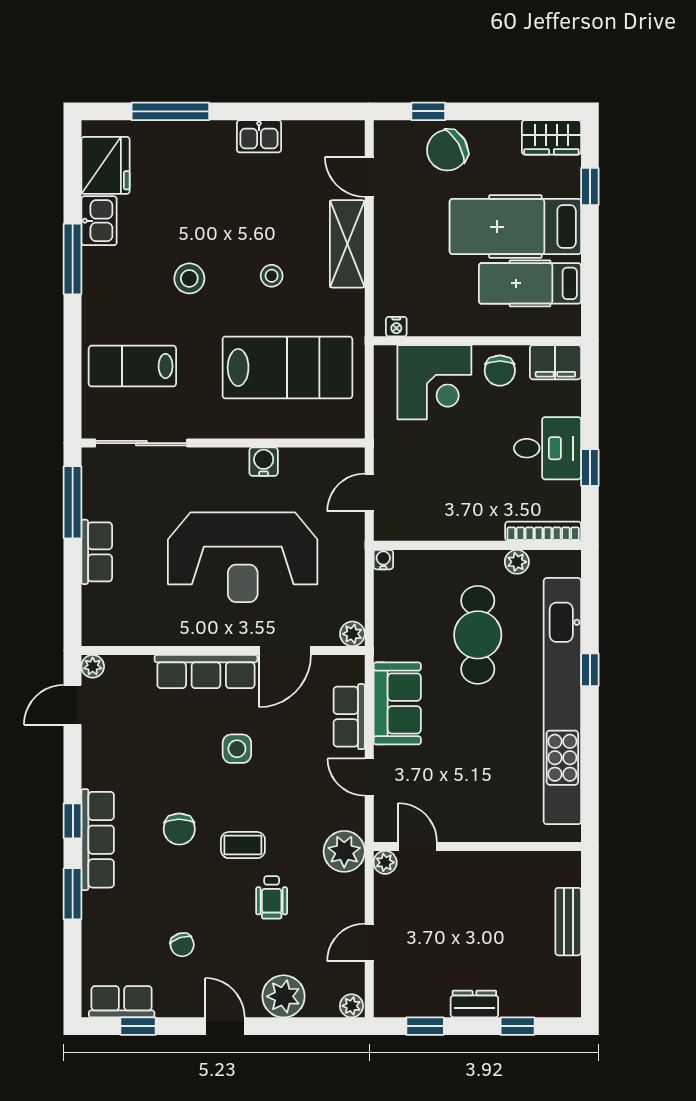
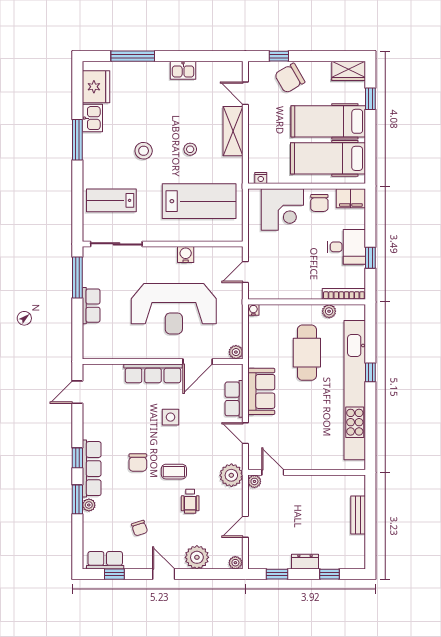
hospital bed: (530, 283) -> (328, 158), width x1.37, depth x1.29
plant: (93, 666) -> (89, 505), moved

